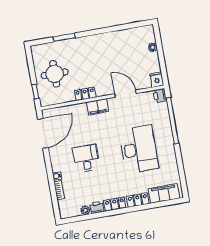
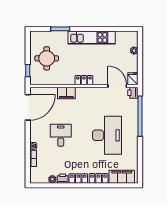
kitchen unit: (102, 41) -> (92, 37), added
locker: (85, 94) -> (84, 80), moved
door: (125, 94) -> (117, 86), moved
filing cabinet: (97, 107) -> (66, 93), moved

